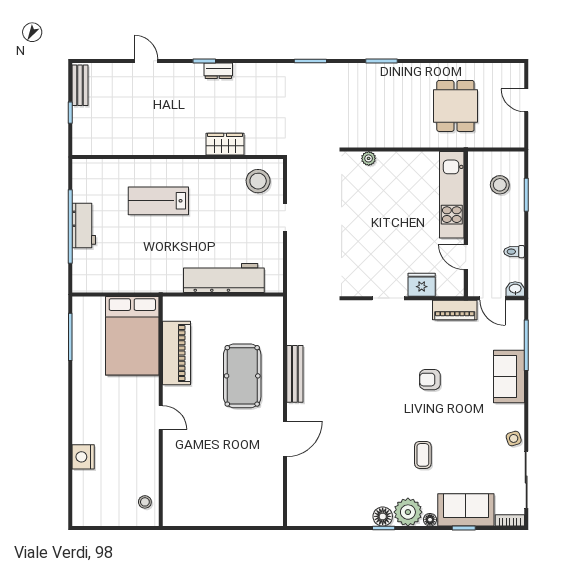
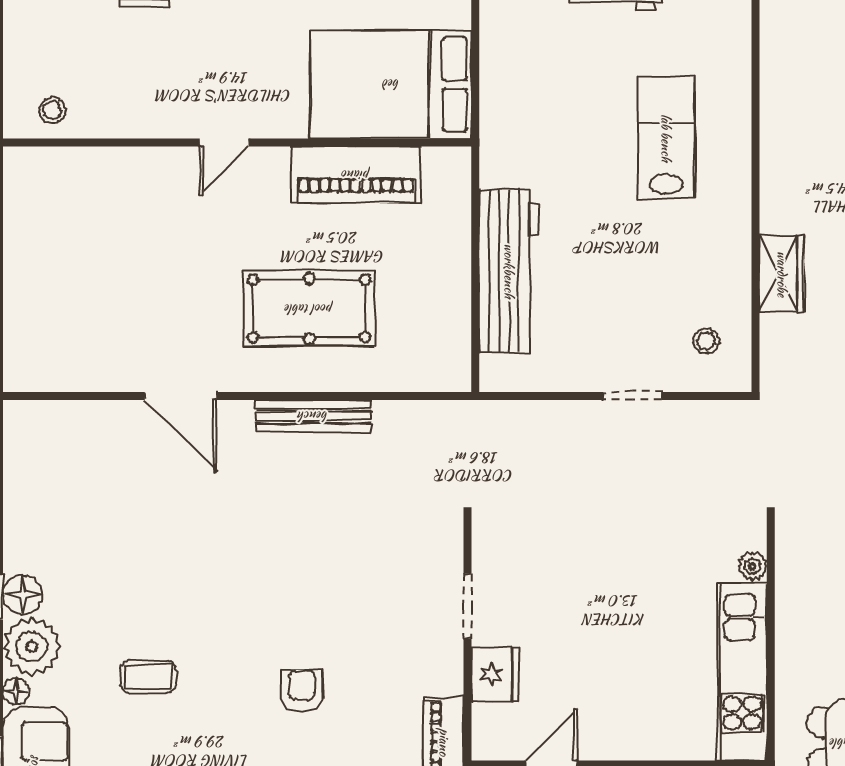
stool: (258, 181) -> (706, 341), width x0.53, depth x0.53
kitchen unit: (452, 195) -> (742, 672), moved, turned -90

